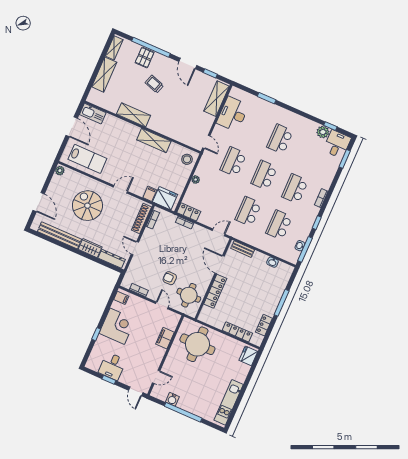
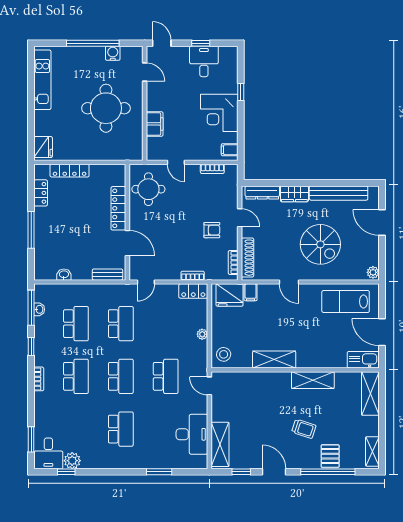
shelving: (104, 75) -> (370, 394), moved
door: (120, 189) -> (289, 282), hinge flipped
armchair: (170, 278) -> (212, 230), moved
round table: (197, 344) -> (106, 108), moved
door: (156, 377) -> (145, 72), swing flipped

